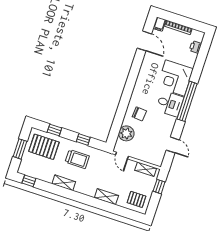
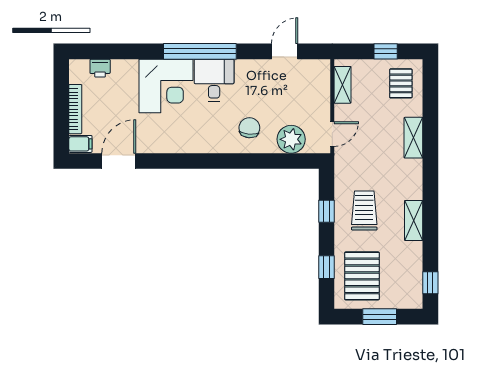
window: (159, 187) -> (386, 51), moved

